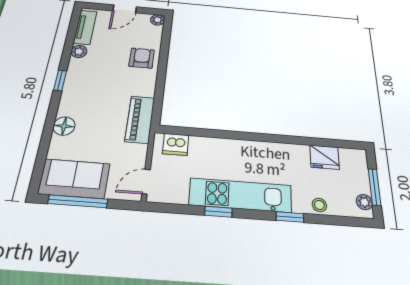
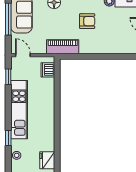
armchair: (142, 58) -> (87, 21), moved
window: (218, 212) -> (8, 77), moved

